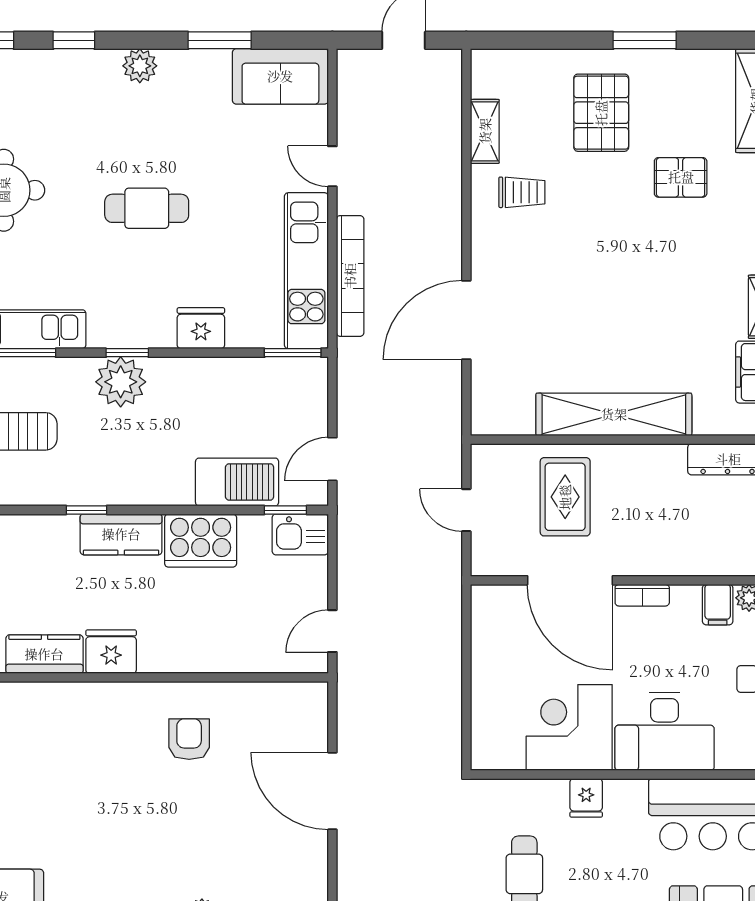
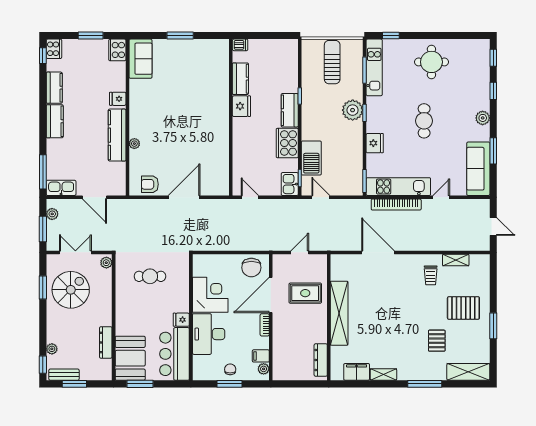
sofa: (280, 76) -> (478, 169), width x1.36
chair: (503, 628) -> (251, 268), added
armchair: (189, 739) -> (150, 184), moved, turned 180
fridge: (586, 798) -> (181, 320), moved

